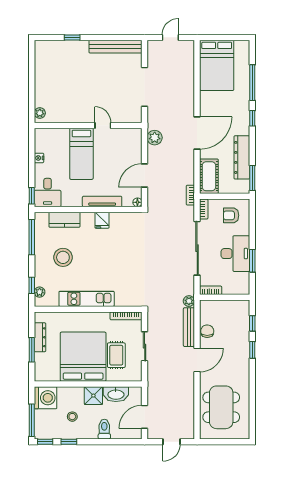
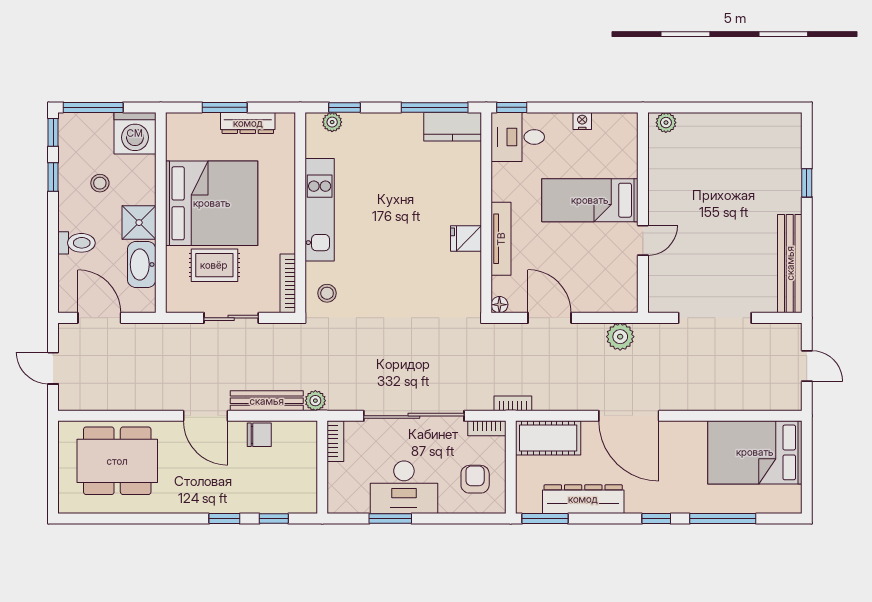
kitchen counter: (64, 220) -> (453, 127), moved, turned -90
stool: (63, 257) -> (327, 293), moved, width x0.53, depth x0.53

